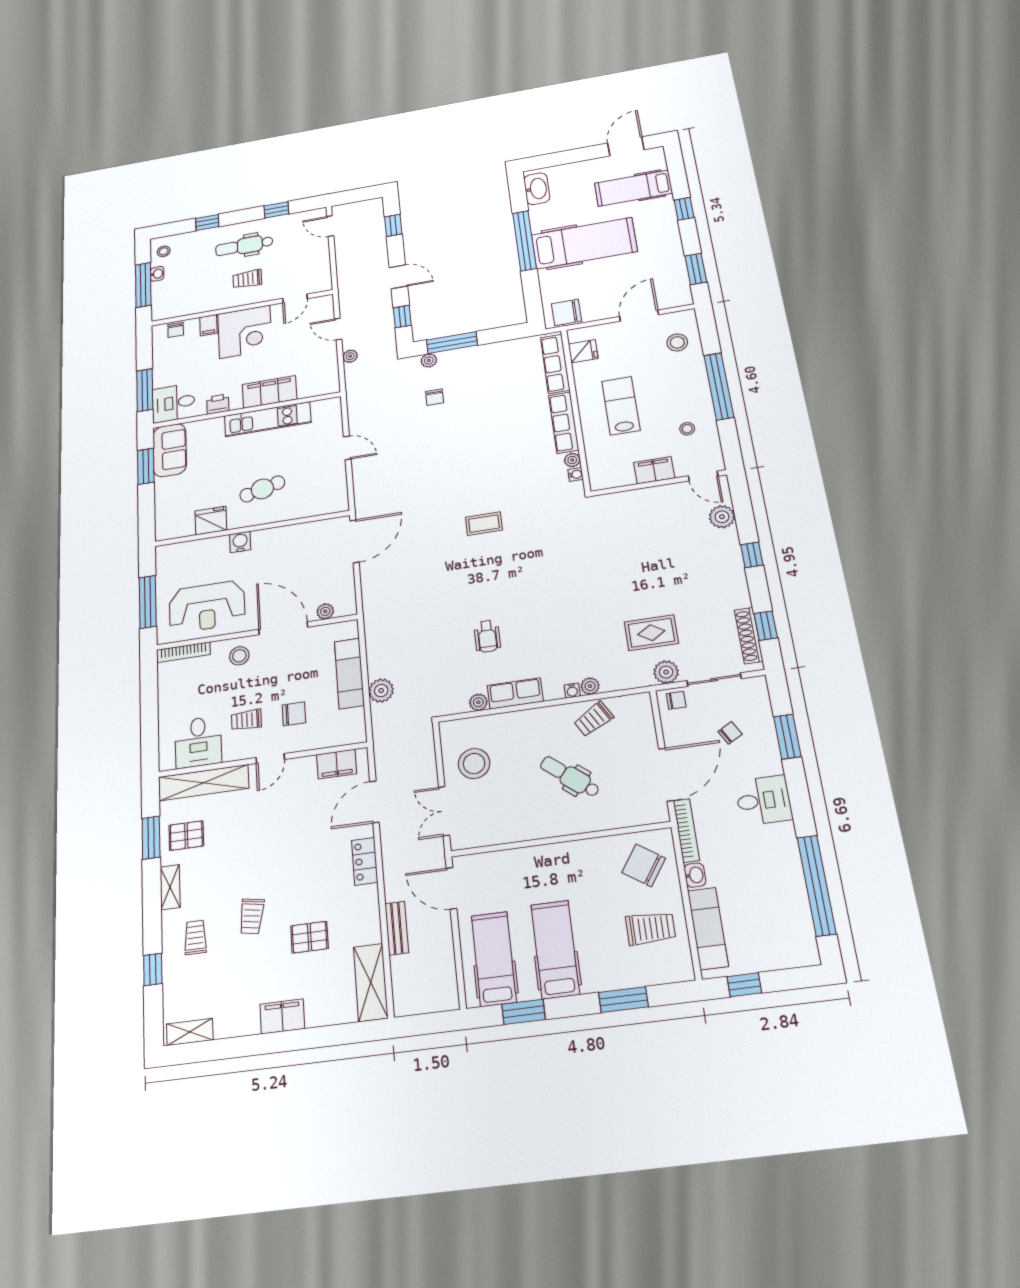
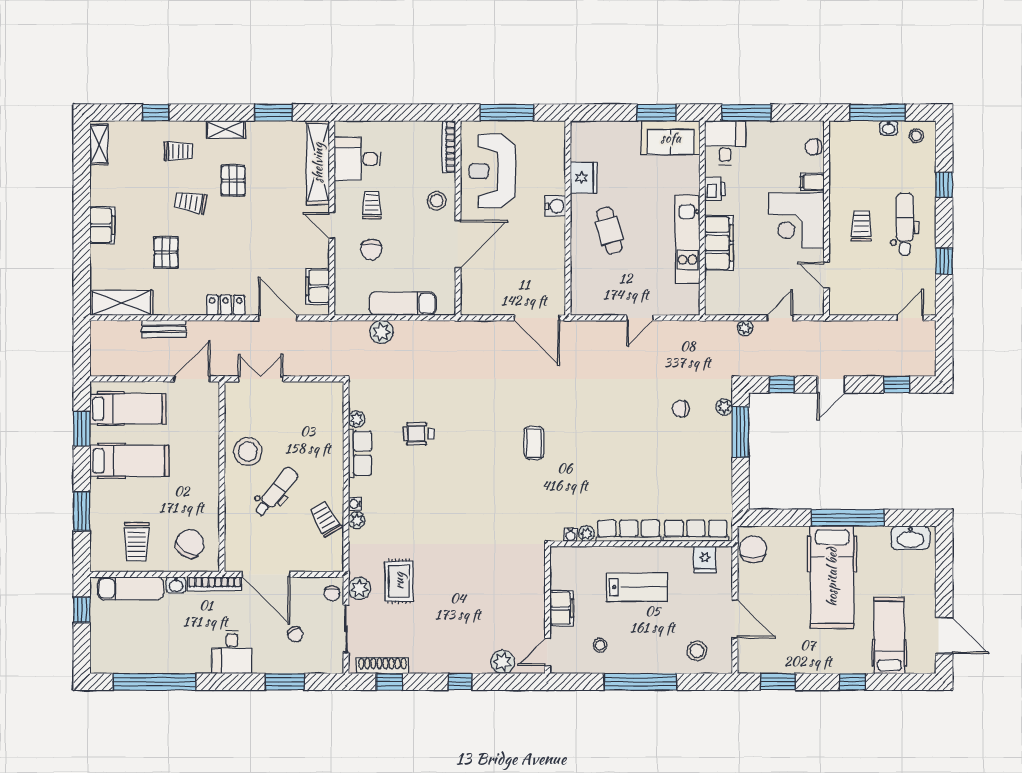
plant: (325, 611) -> (469, 285), removed
stool: (474, 764) -> (248, 452), moved
pallet: (186, 836) -> (233, 181), moved

